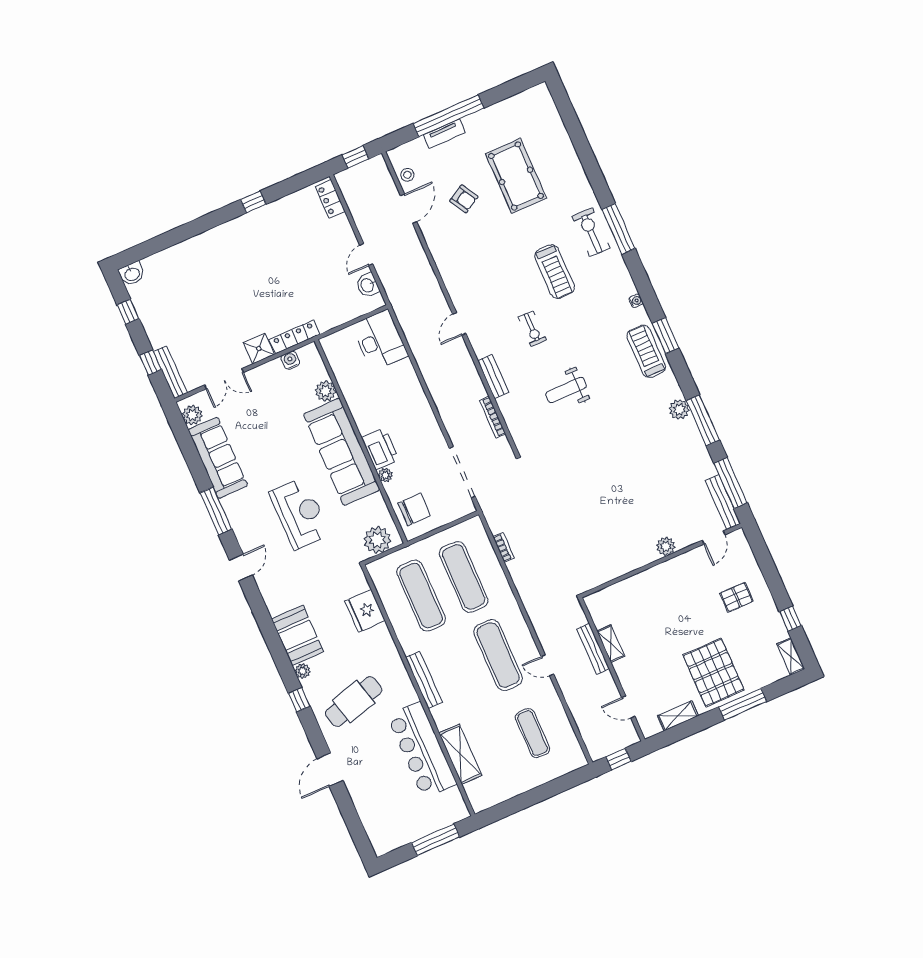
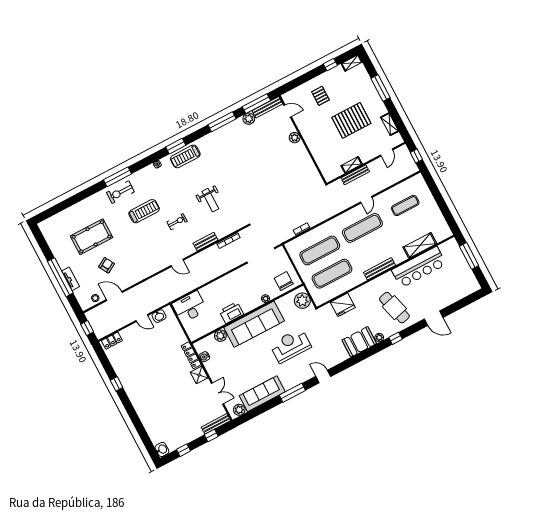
plant: (679, 409) -> (249, 119), moved
printer: (380, 449) -> (231, 313), moved
pallet: (714, 673) -> (351, 120), moved

